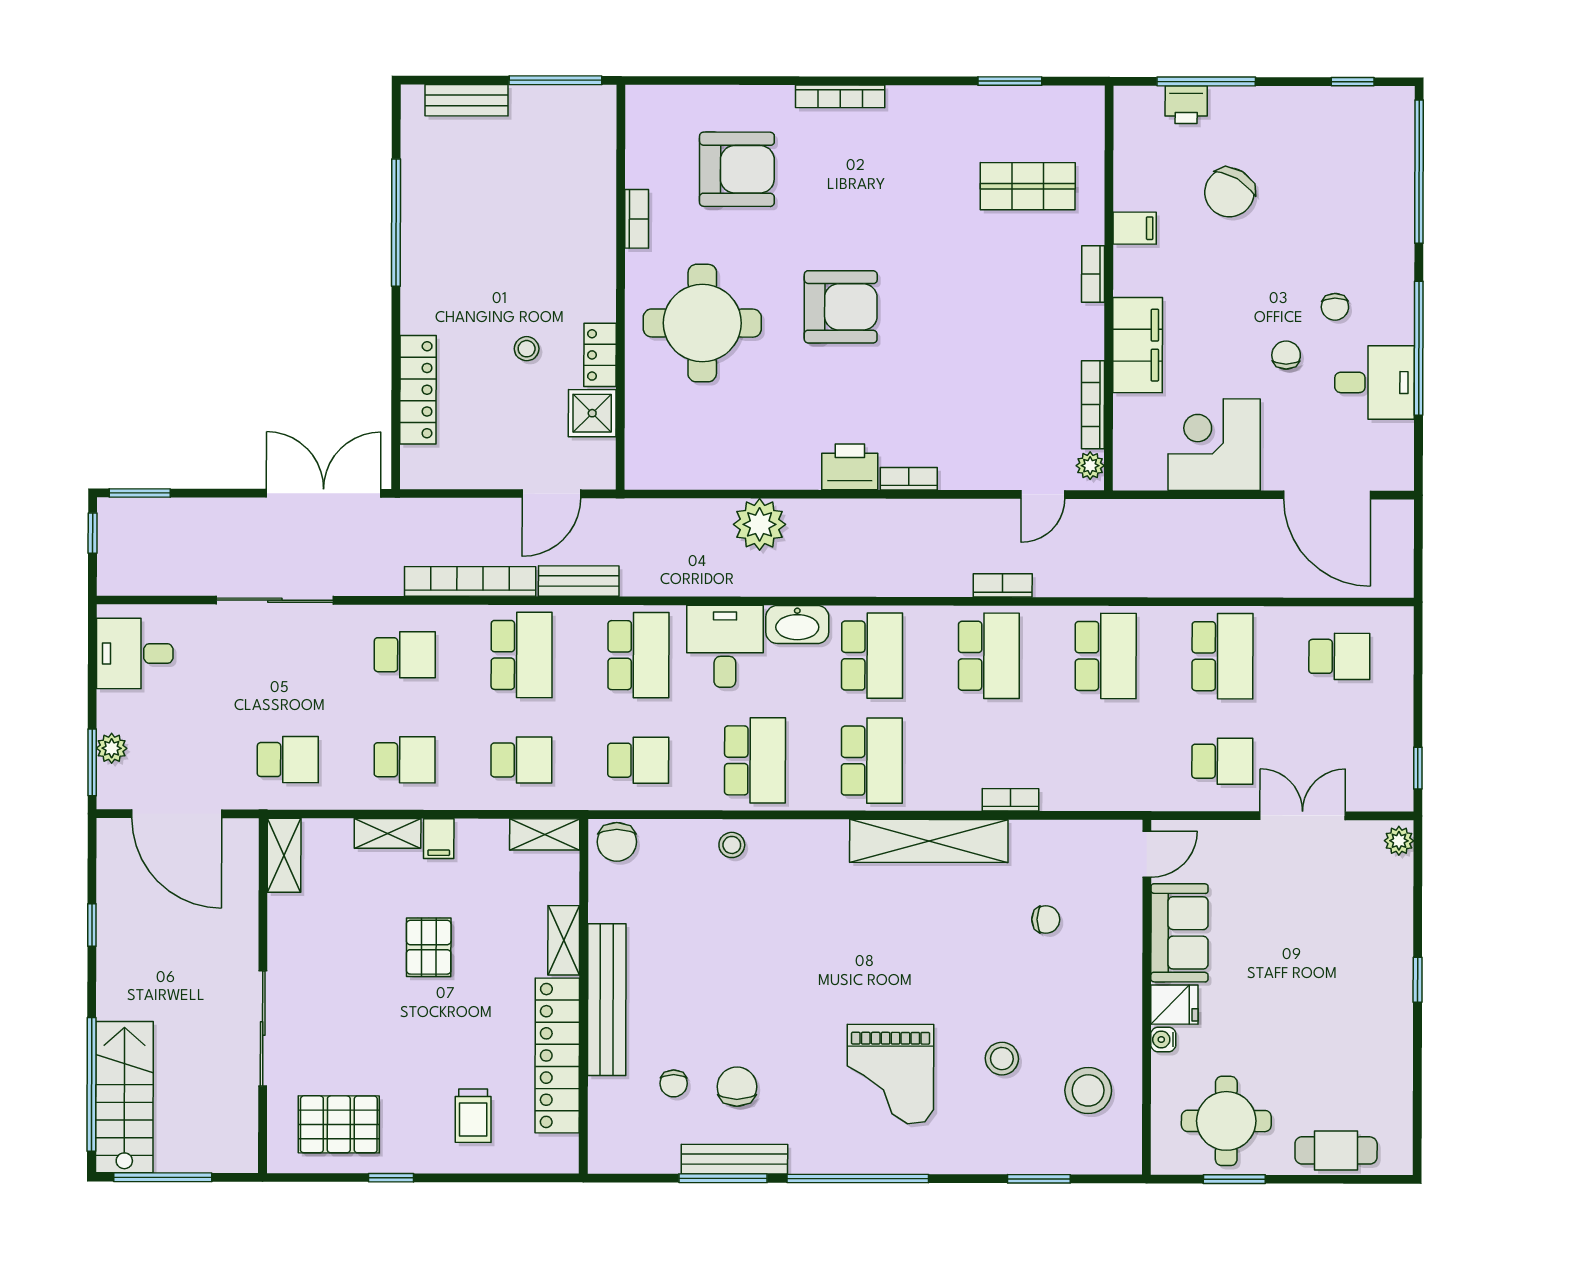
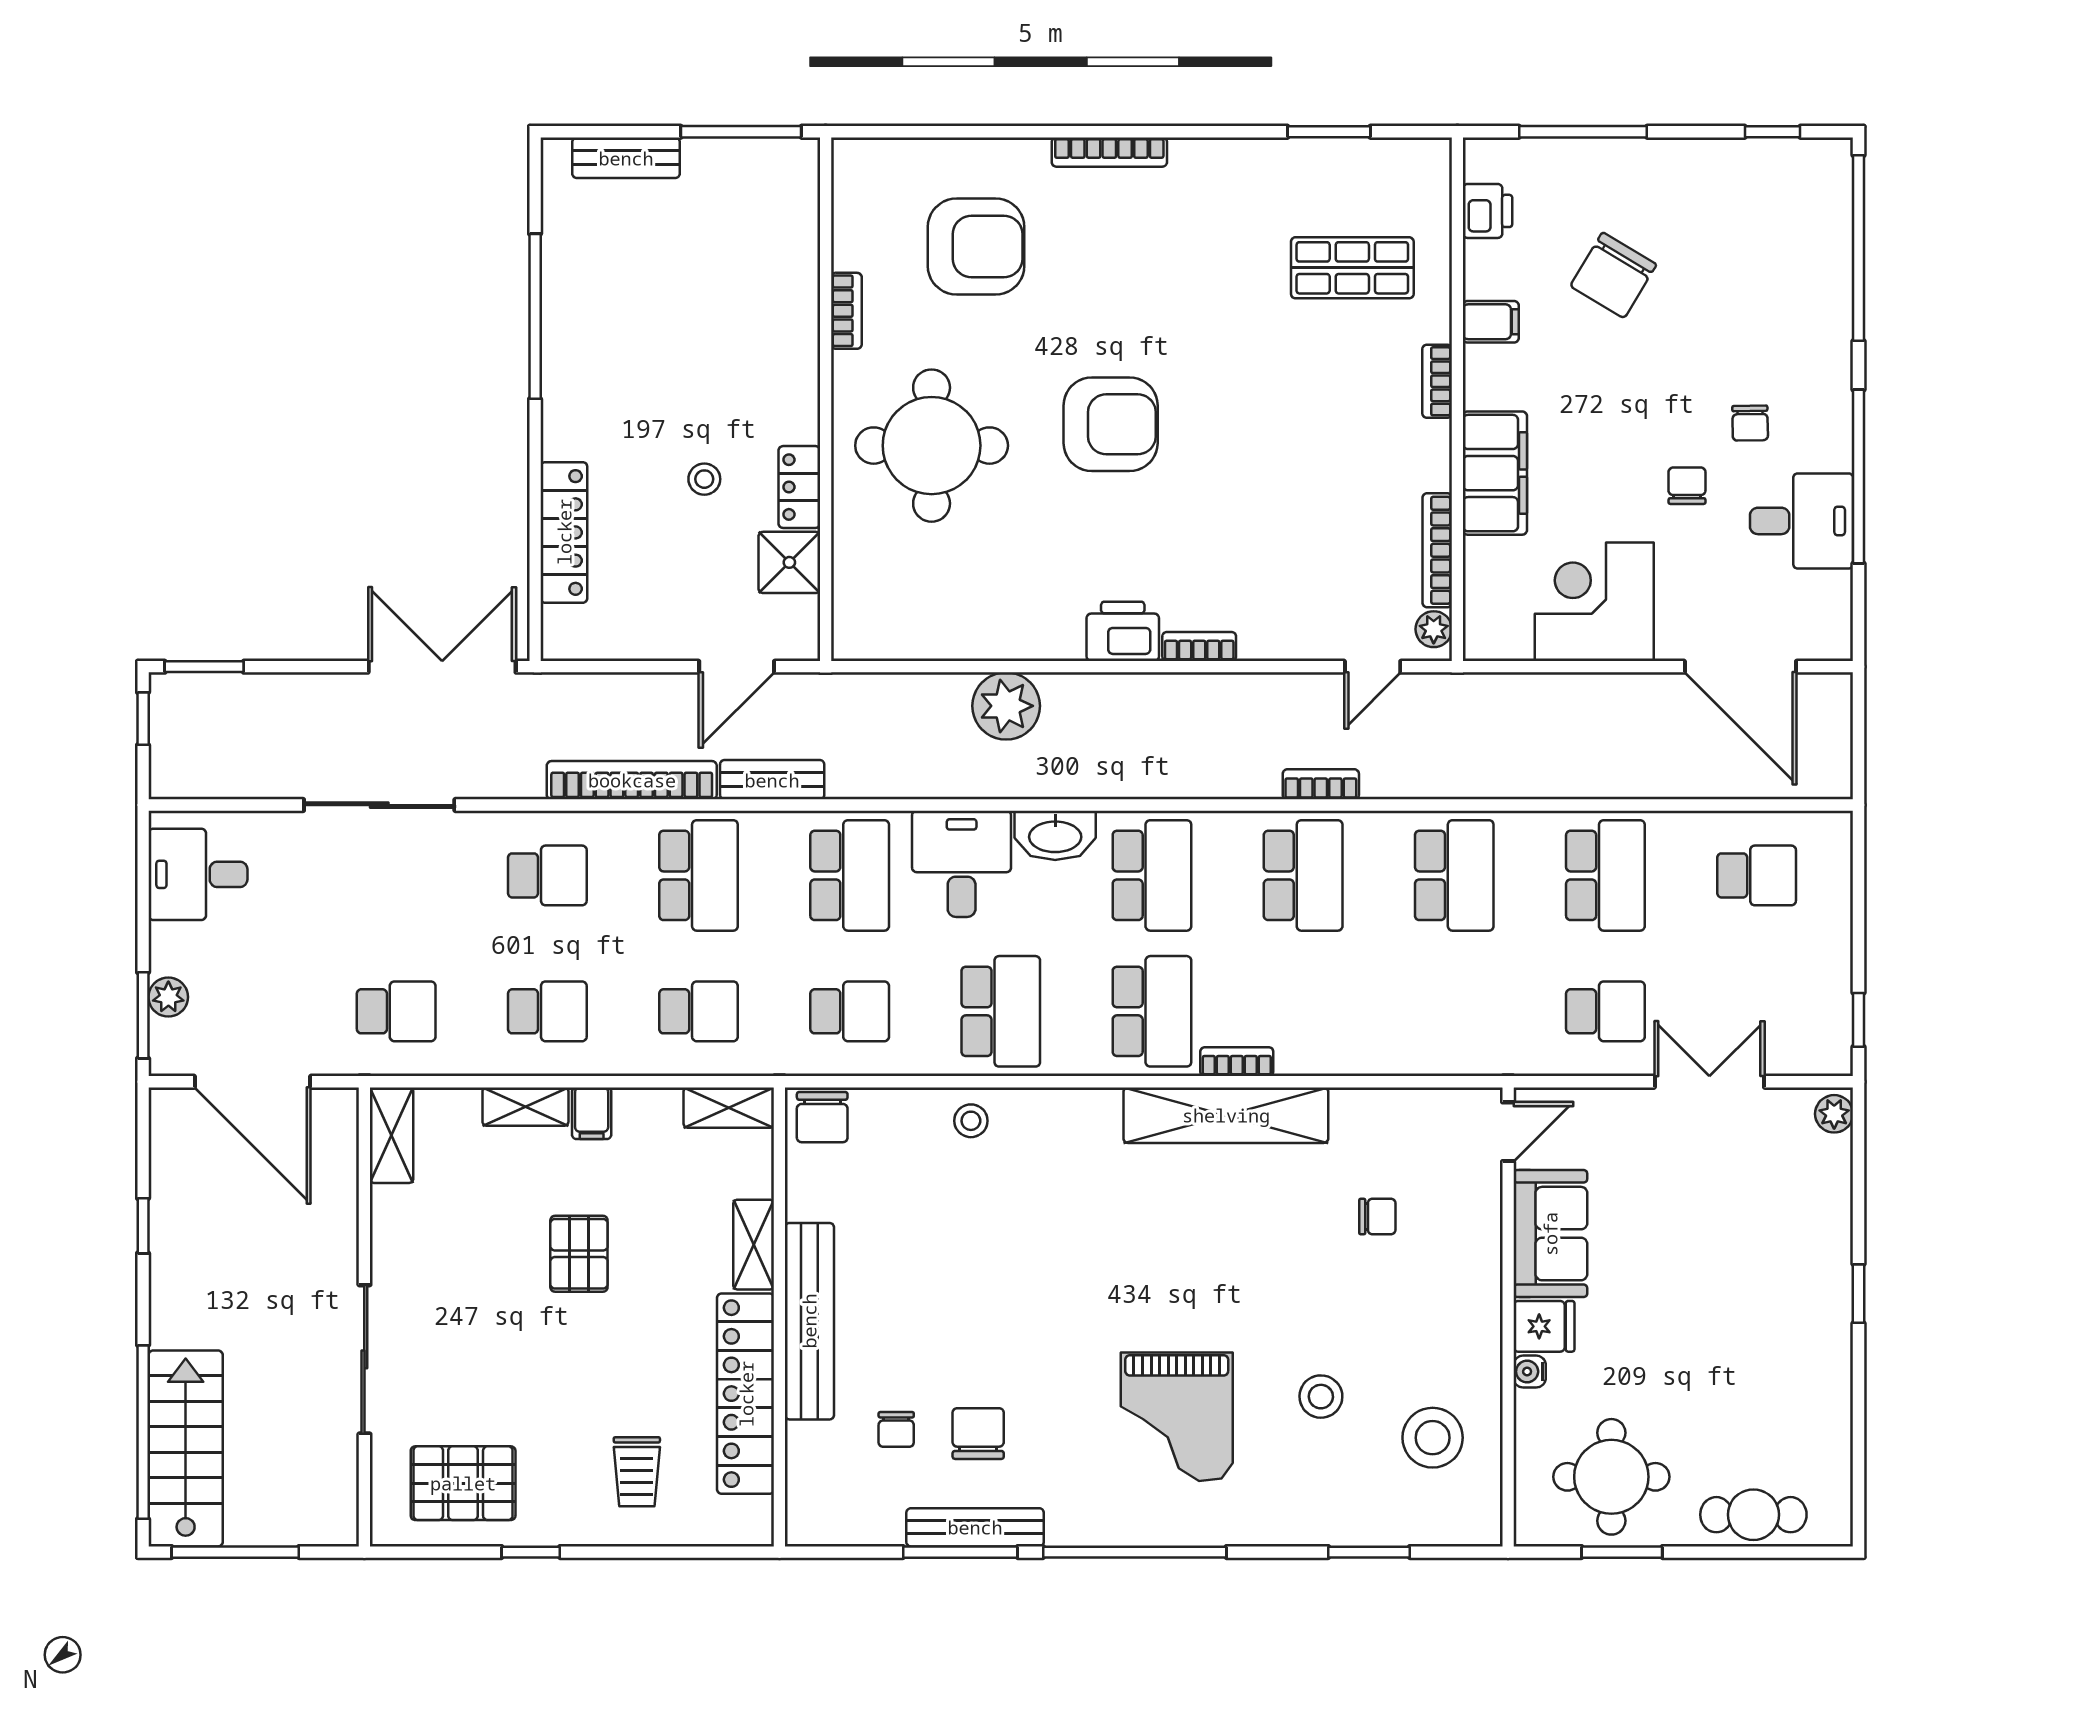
printer: (1186, 105) -> (1487, 211), moved, turned -90
bookcase: (1011, 800) -> (1237, 1062), moved

